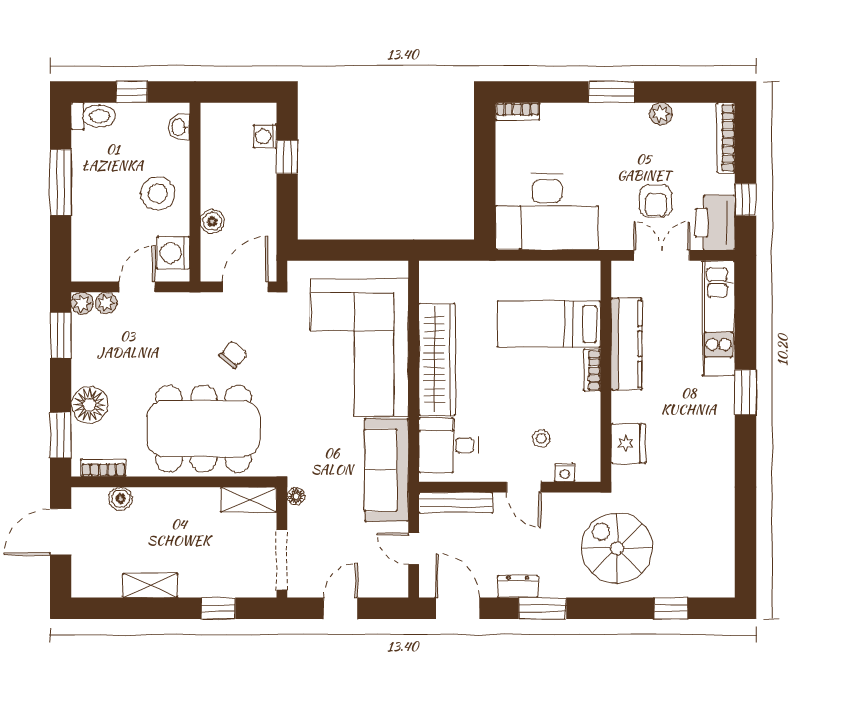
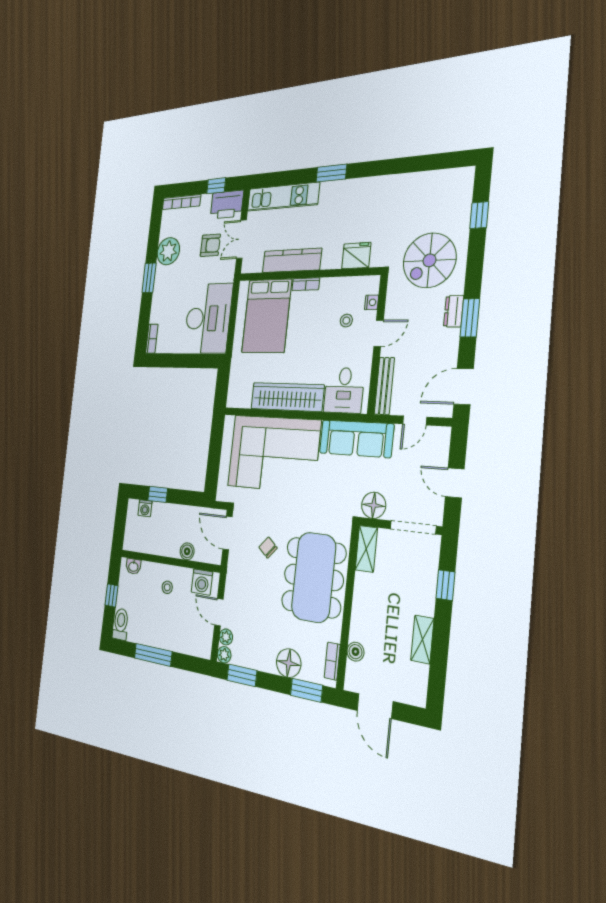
plant: (661, 114) -> (168, 251), width x1.88, depth x1.88
stool: (158, 194) -> (167, 587), width x0.53, depth x0.53
bed: (549, 324) -> (267, 316), width x1.50
floor lamp: (296, 496) -> (374, 505), width x1.89, depth x1.89
dresser: (518, 587) -> (454, 311), moved

